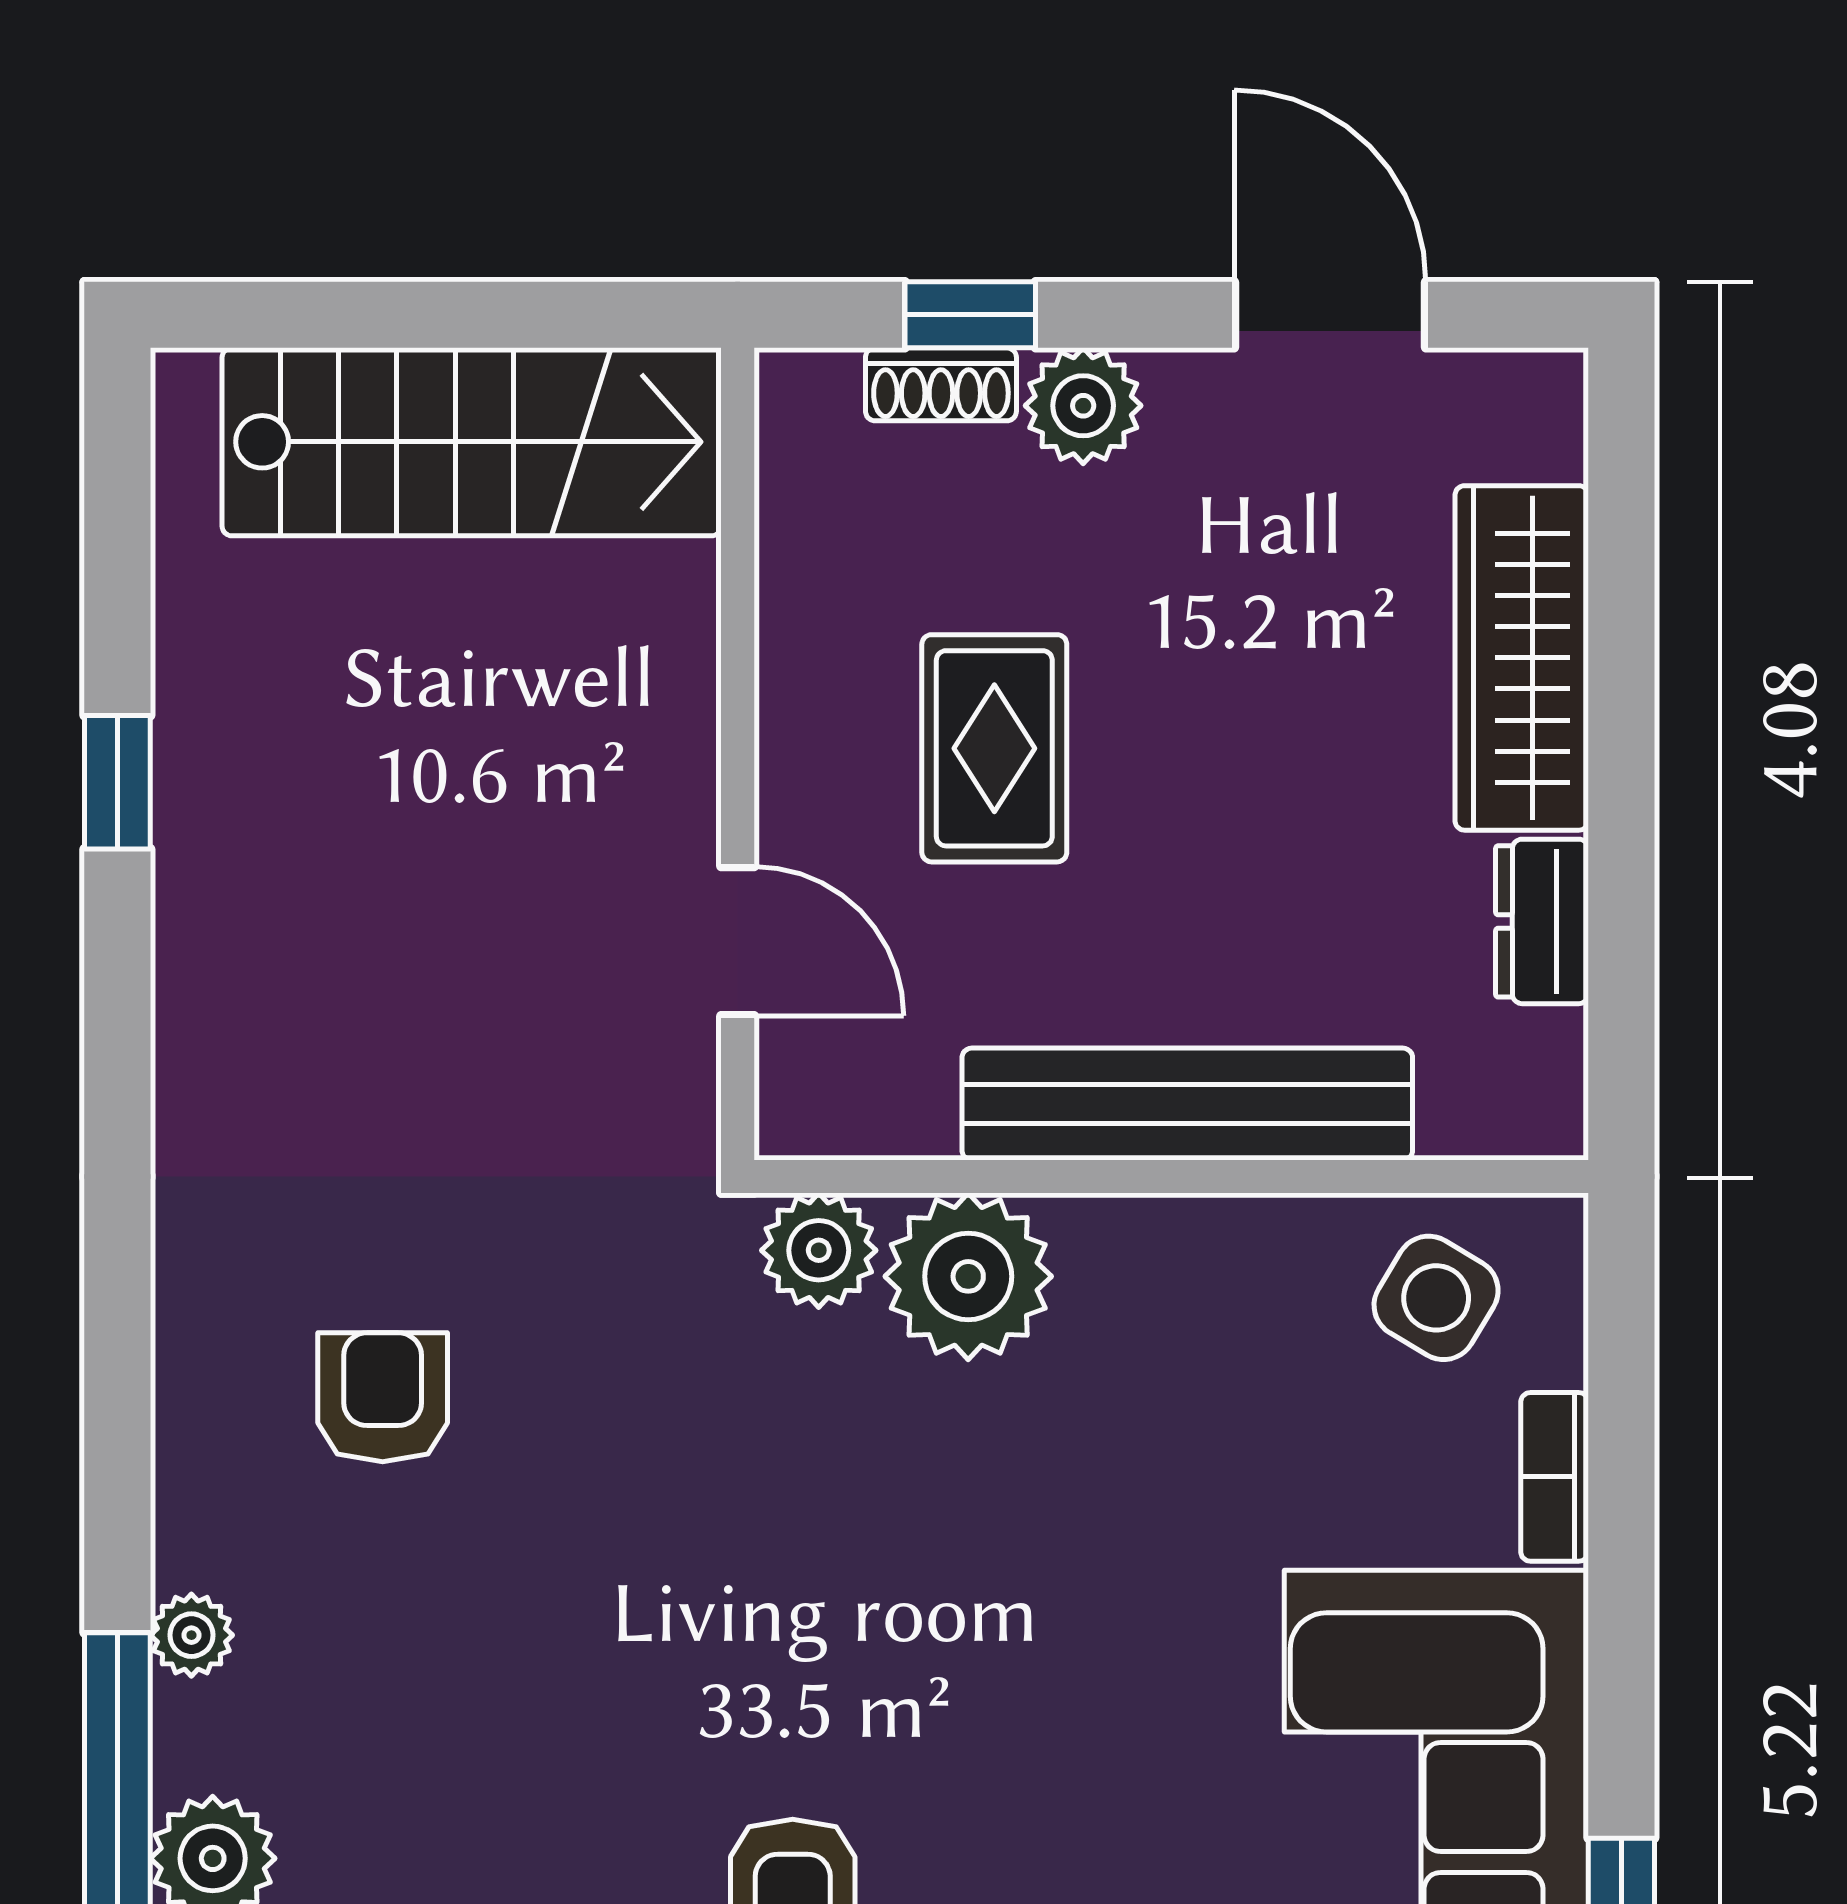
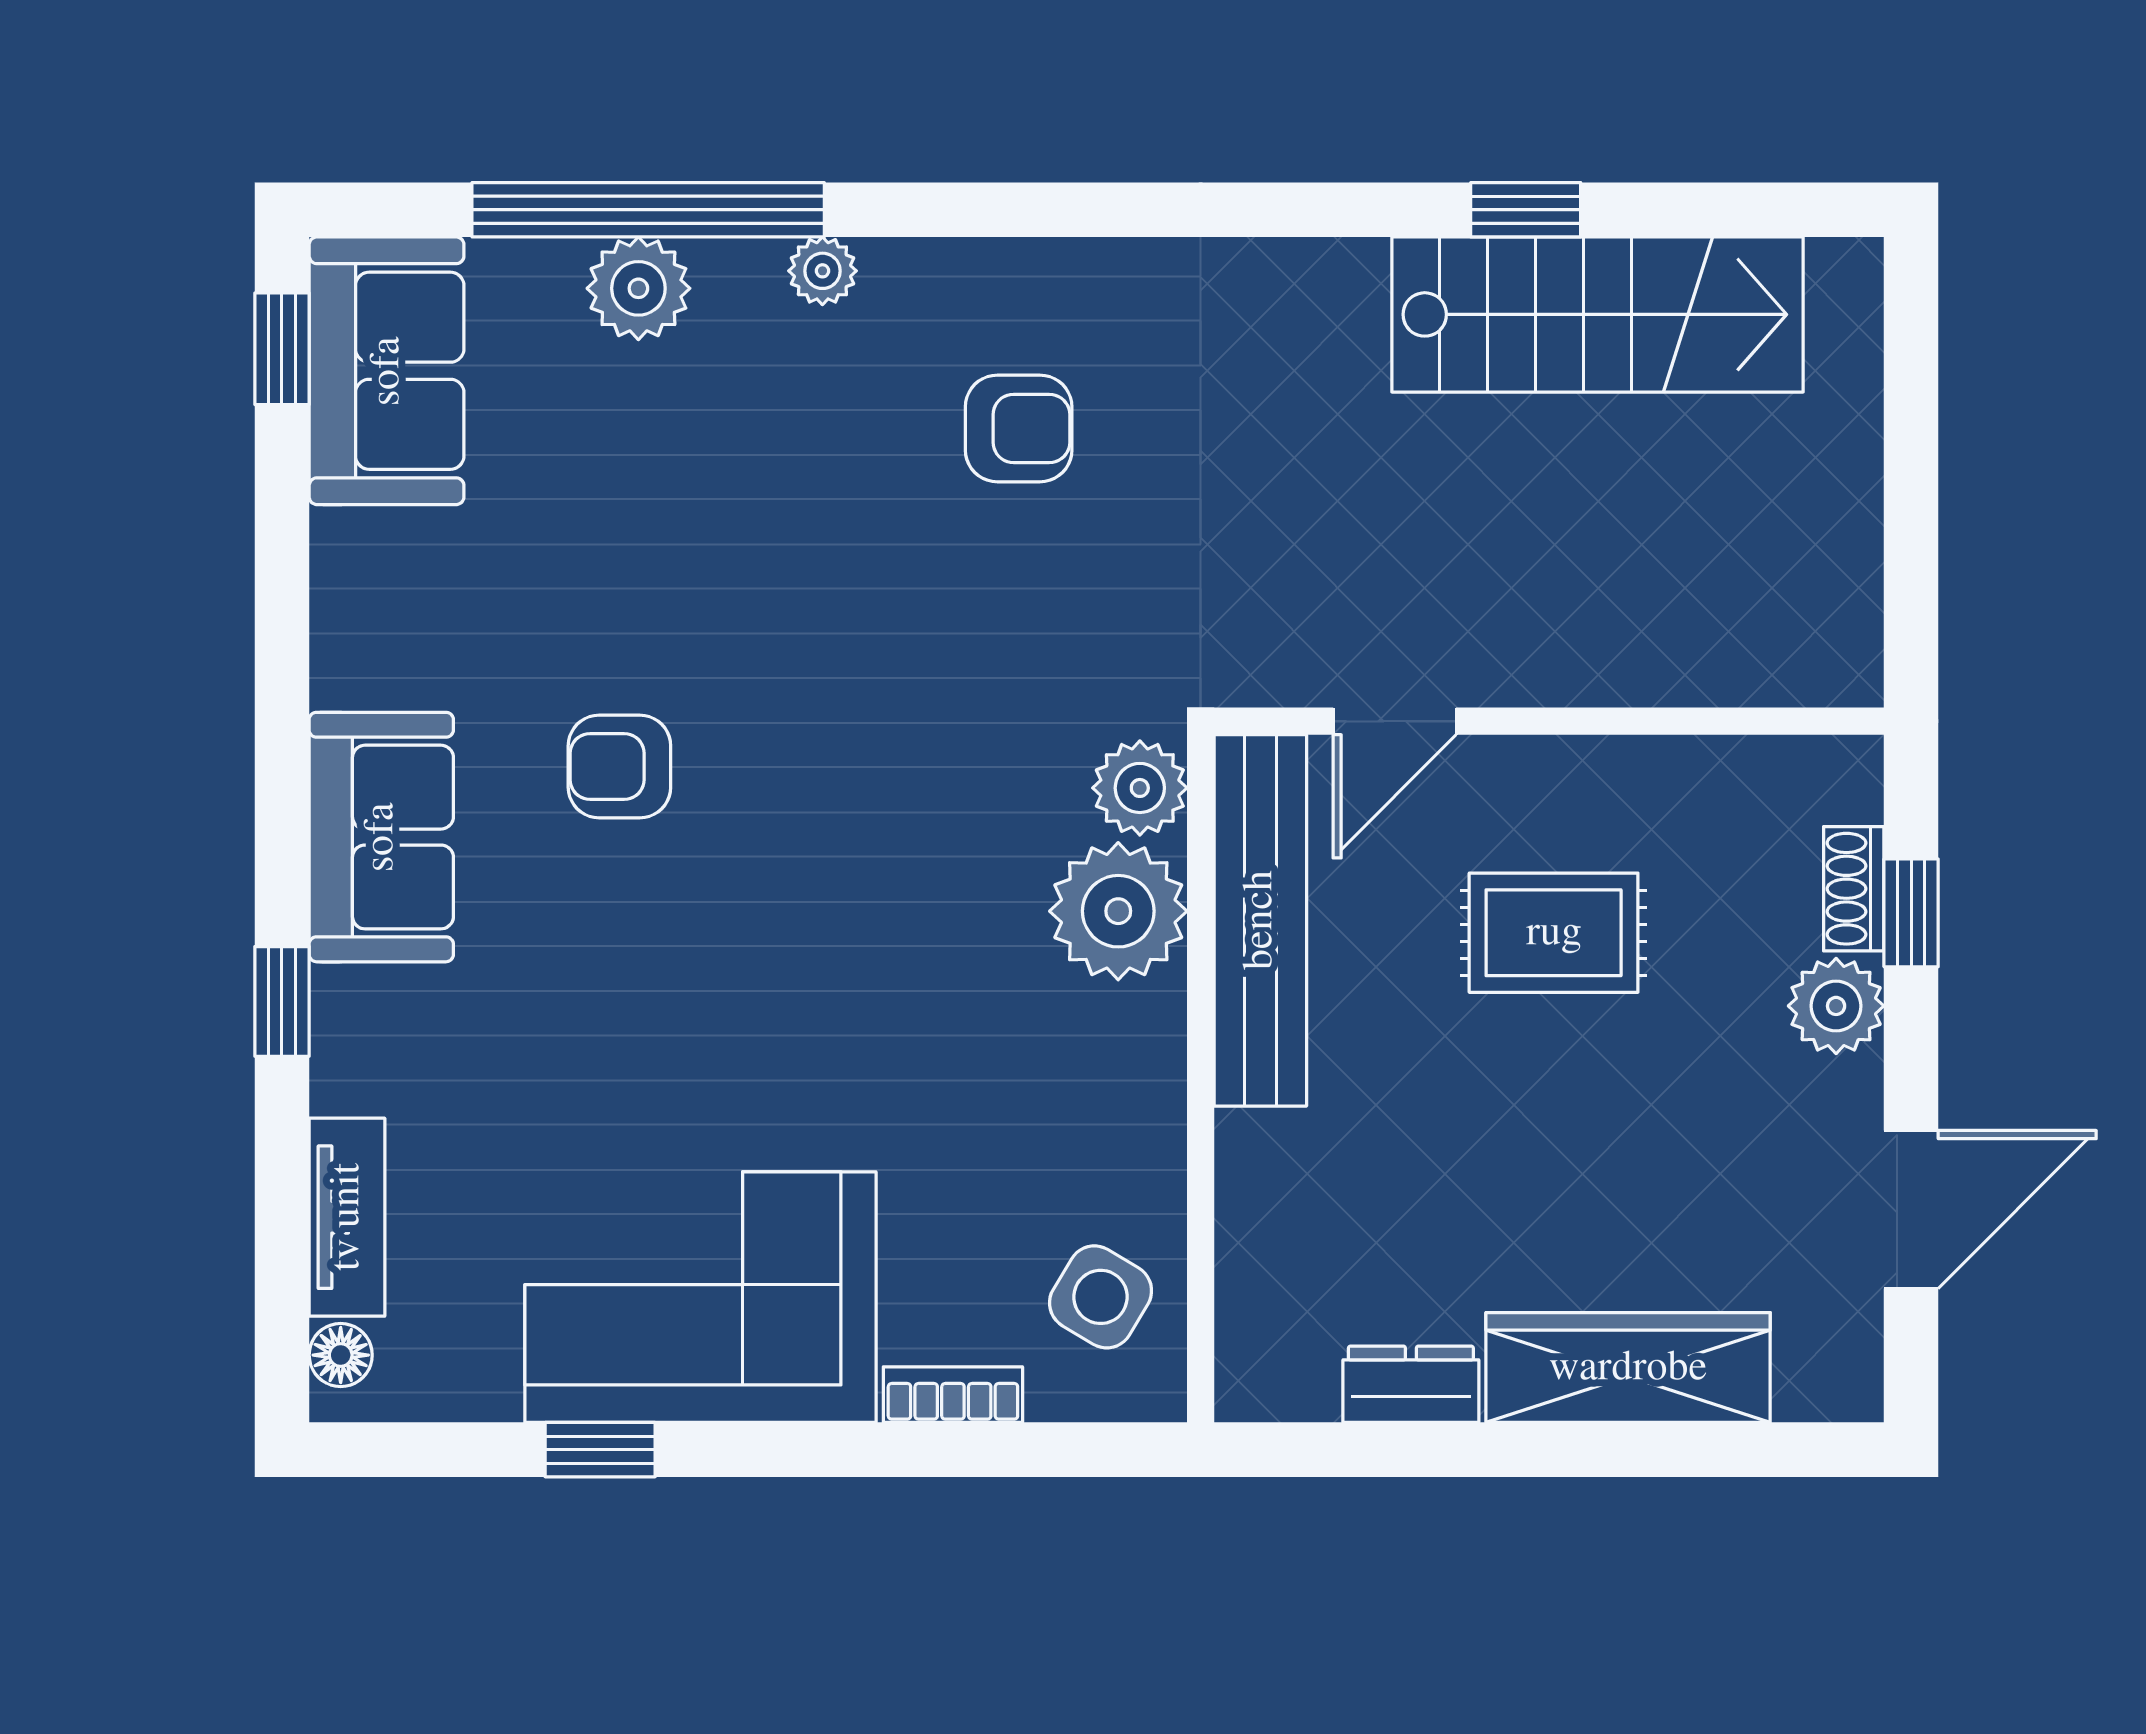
stairs: (472, 442) -> (1597, 314), moved, turned -90
bench: (1187, 1104) -> (1260, 920), moved

